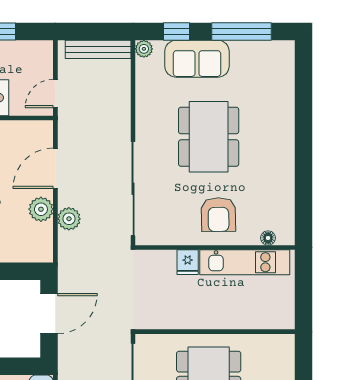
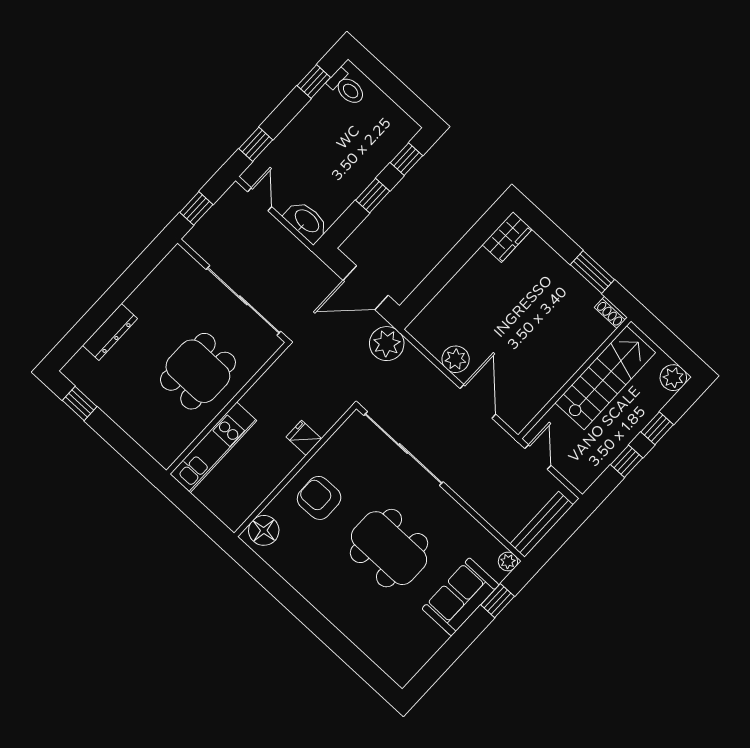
window: (241, 32) -> (449, 653), removed
plant: (69, 219) -> (387, 344), moved, width x1.36, depth x1.36
floor lamp: (268, 238) -> (264, 530), width x1.89, depth x1.89
kitchen unit: (245, 262) -> (213, 447), moved, turned 180
door: (49, 314) -> (366, 288), hinge flipped

